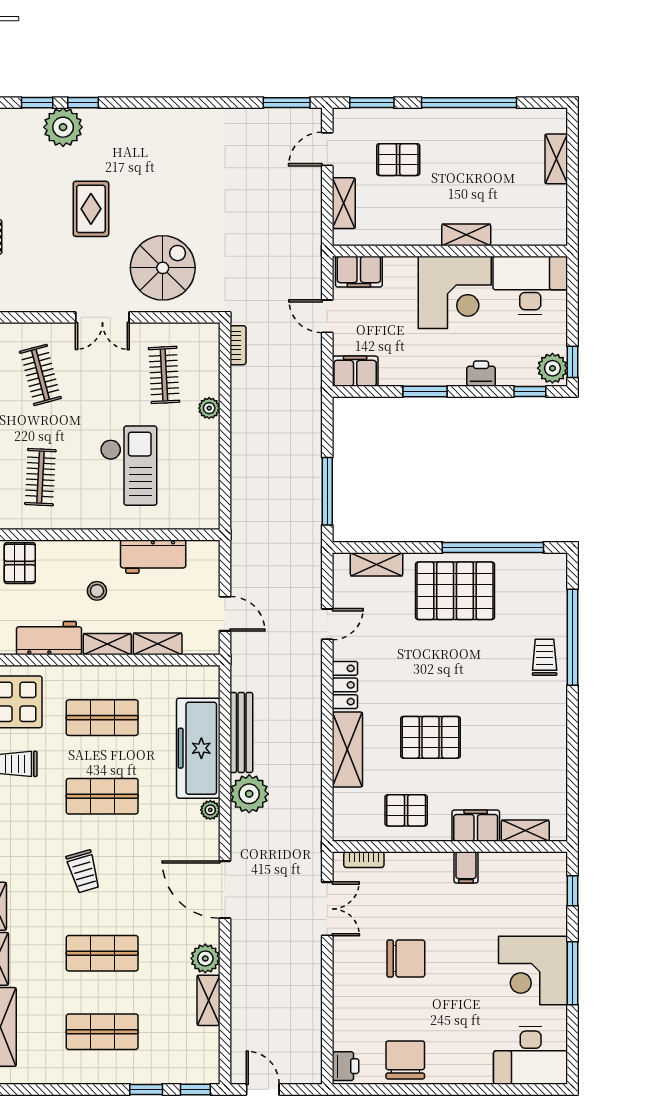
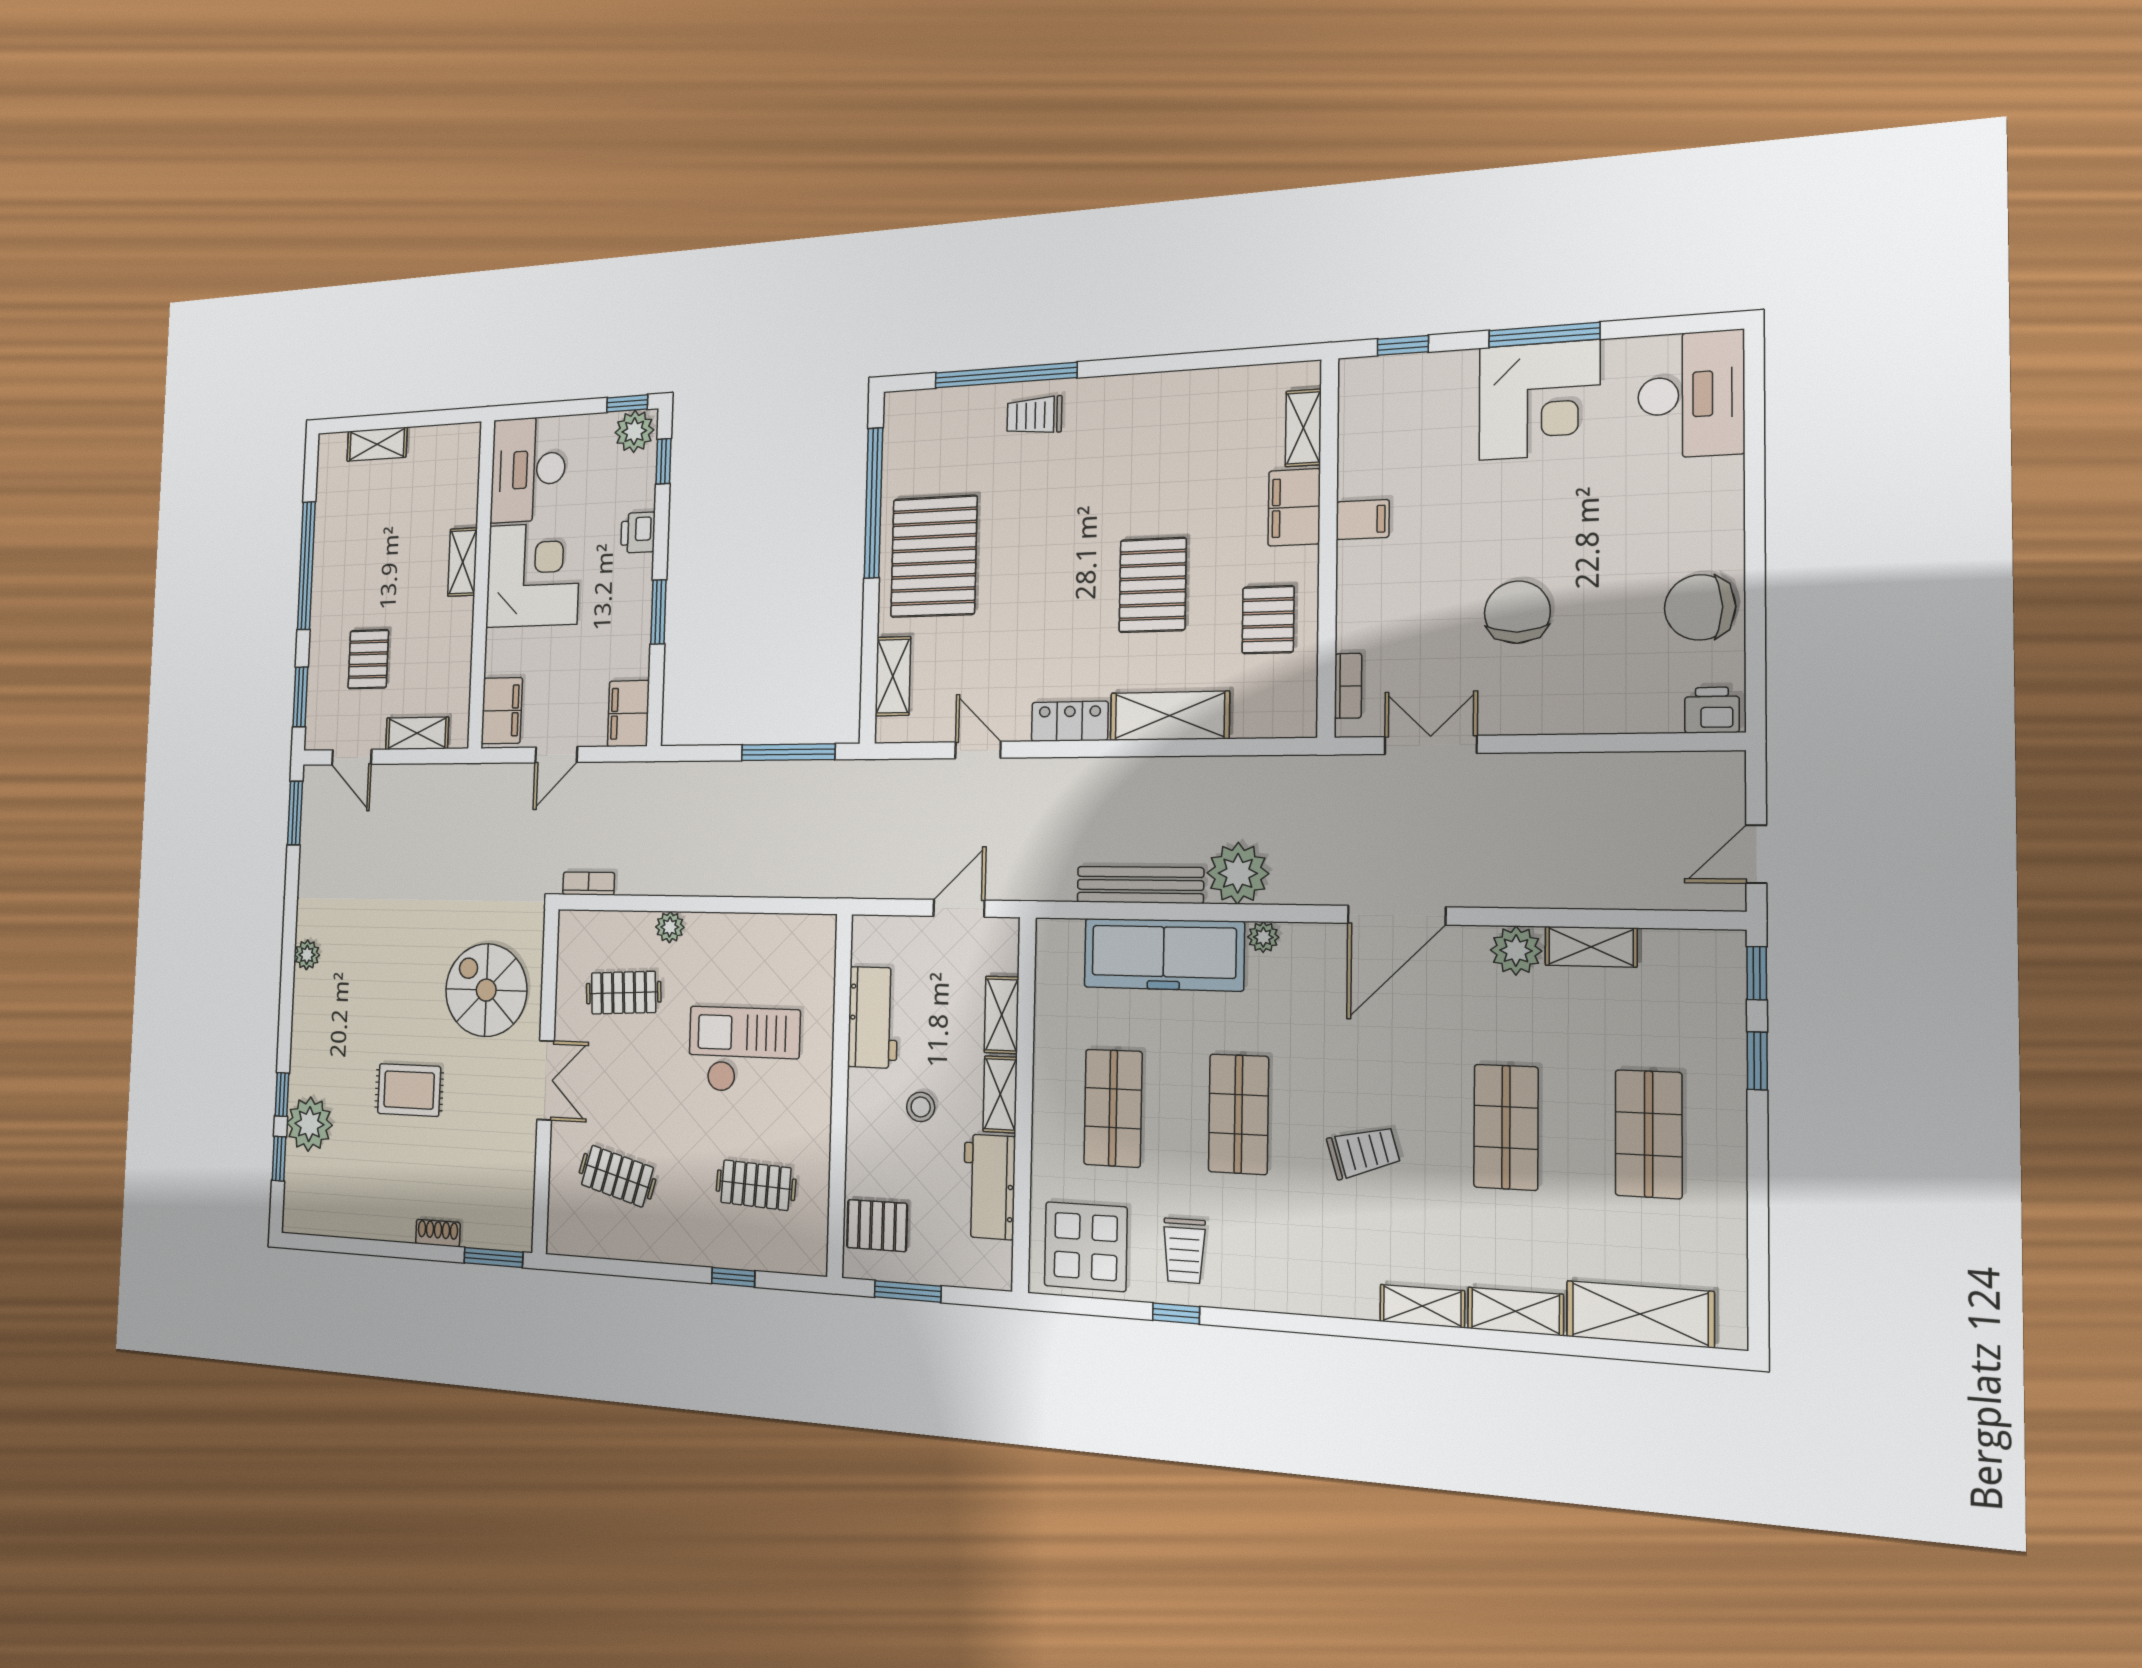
plant: (184, 119) -> (307, 955), added
clothes rail: (40, 375) -> (617, 1176), turned 30

